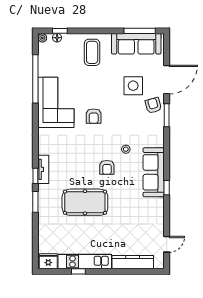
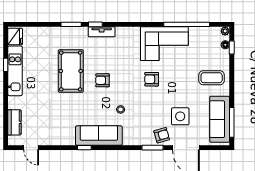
armchair: (107, 167) -> (102, 80), moved
kitchen counter: (133, 262) -> (14, 122), width x0.67

